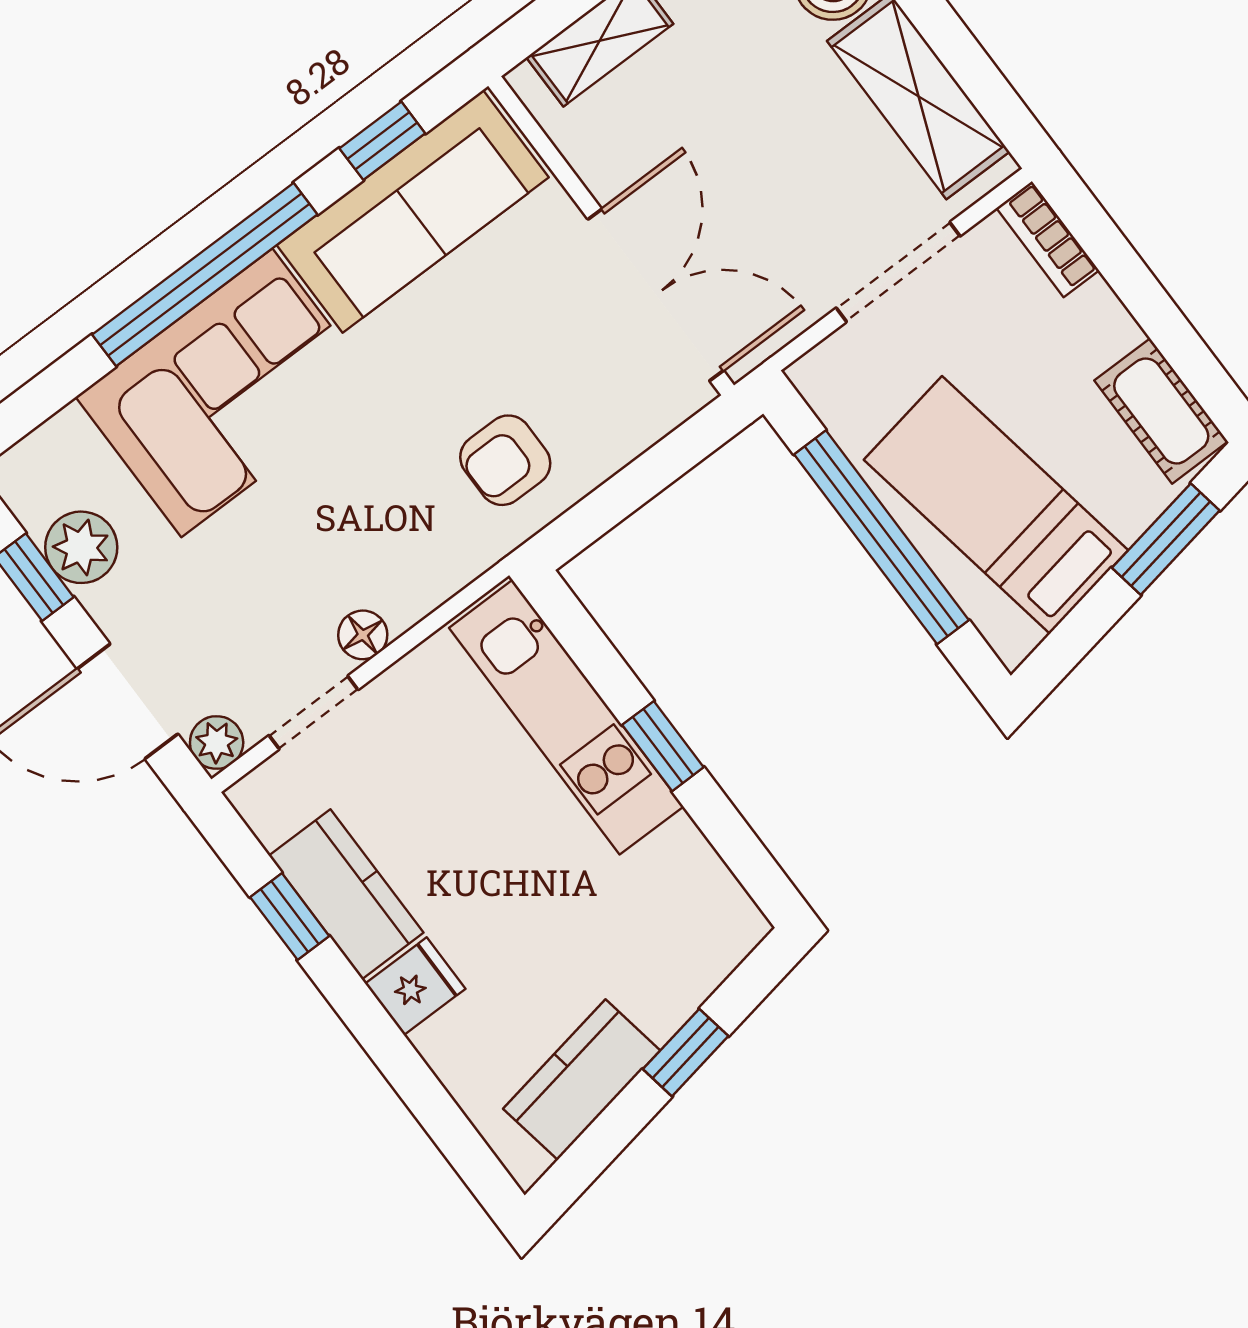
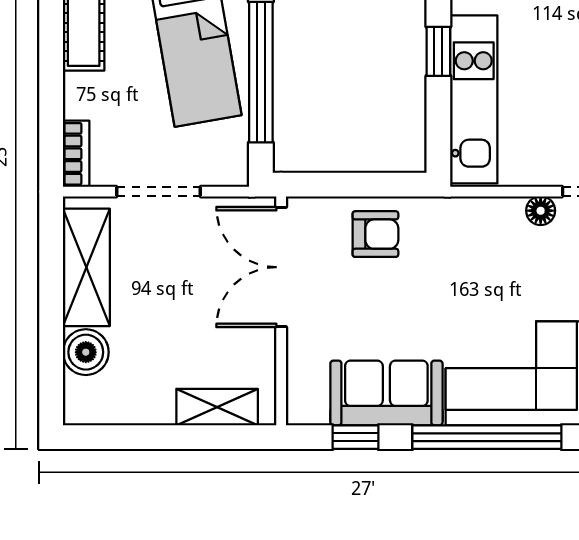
sofa: (413, 211) -> (386, 393), width x0.73
armchair: (505, 460) -> (375, 234), moved

